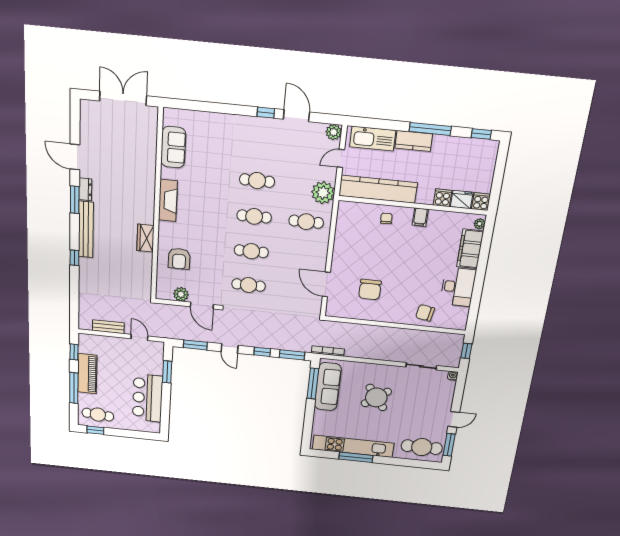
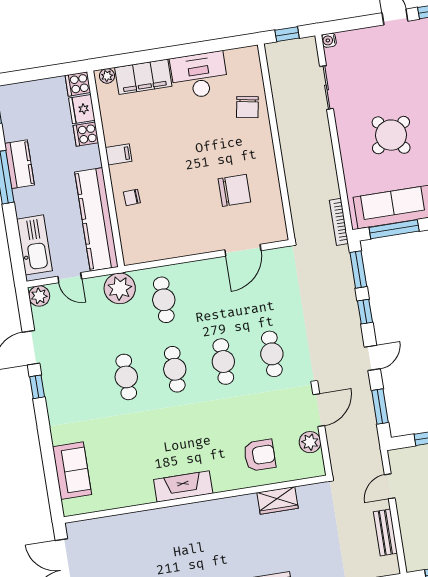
kitchen counter: (414, 141) -> (19, 164), moved
sofa: (173, 147) -> (72, 471), moved, turned 90
wardrobe: (145, 238) -> (278, 500), moved

